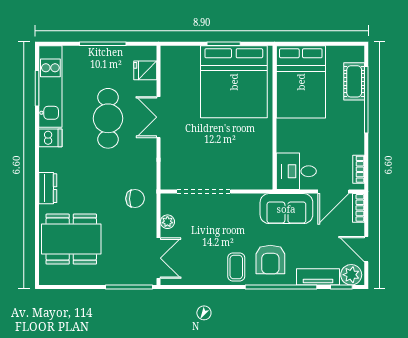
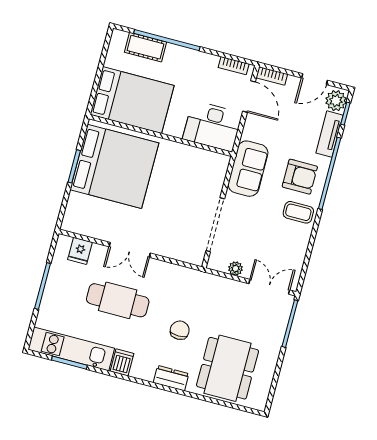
desk: (296, 171) -> (212, 126), width x1.37
chair: (135, 199) -> (180, 330), moved
sofa: (286, 209) -> (248, 169), moved

